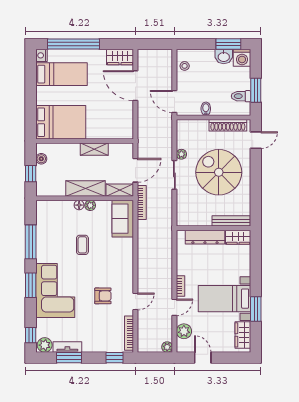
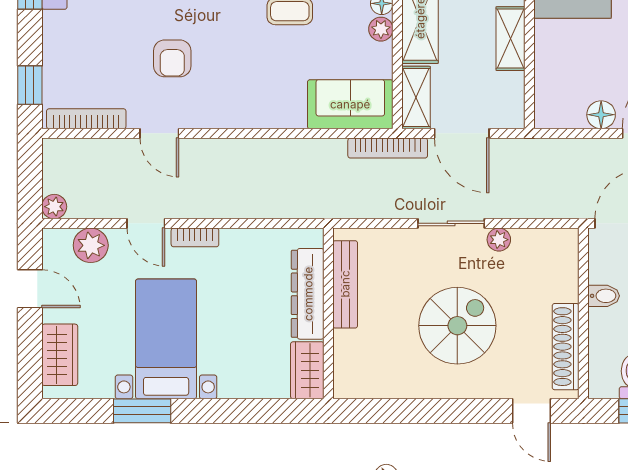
floor lamp: (127, 110) -> (601, 115), added
spiral stairs: (219, 172) -> (457, 326), width x0.73, depth x0.73
bench: (231, 221) -> (345, 284), moved
wardrobe: (243, 335) -> (60, 355), moved, turned 90
door: (203, 358) -> (30, 289), hinge flipped

